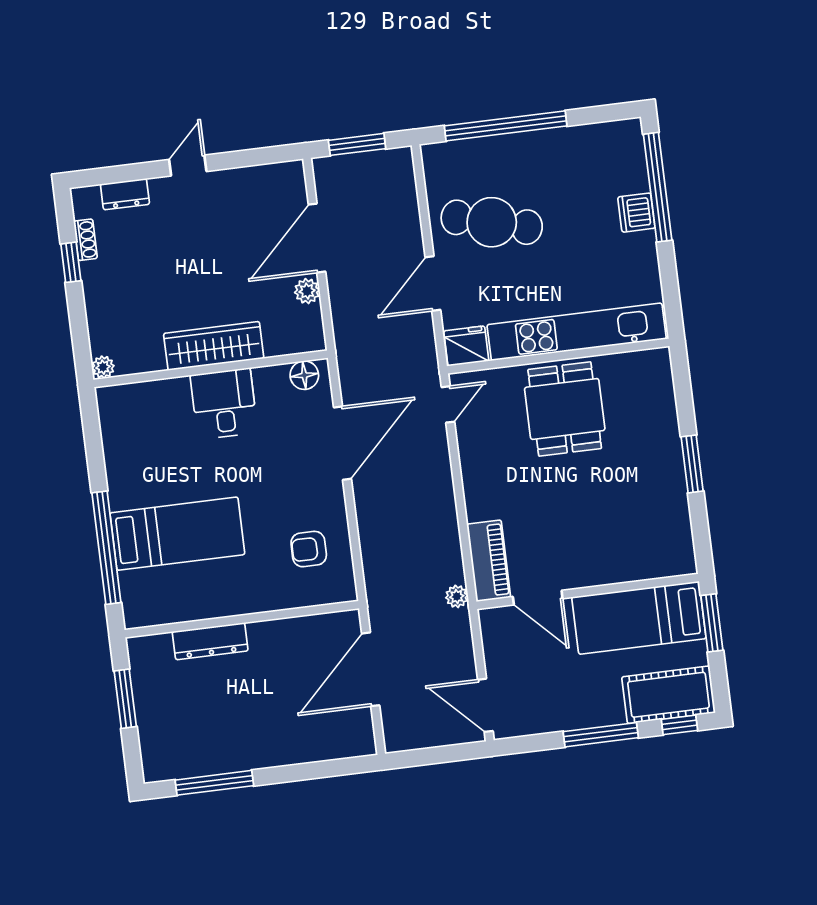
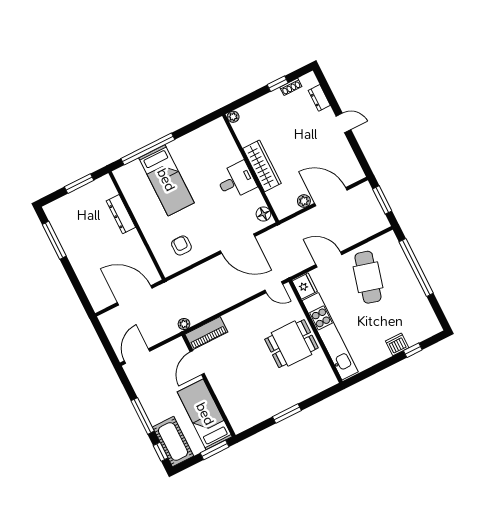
window: (658, 187) -> (413, 350), width x0.32

